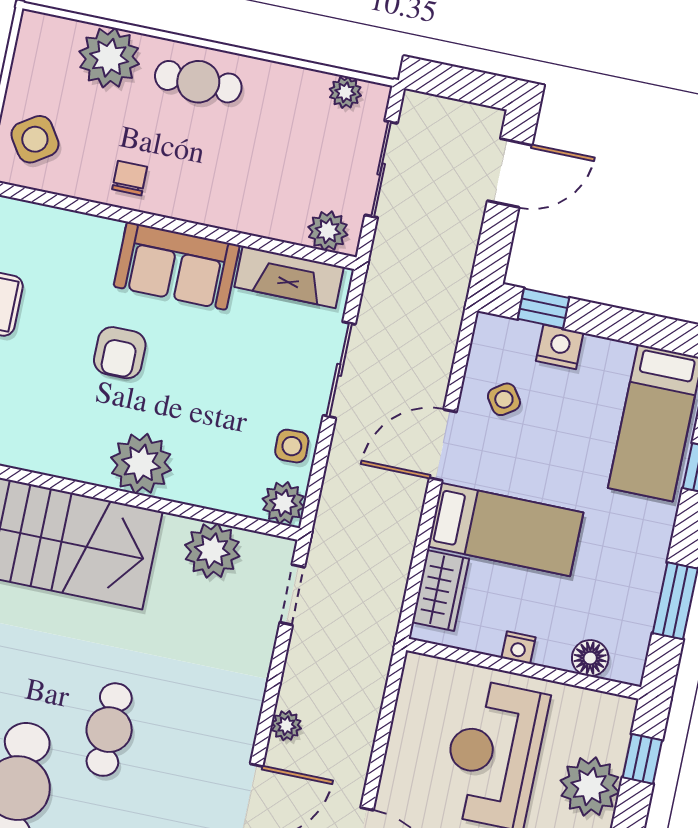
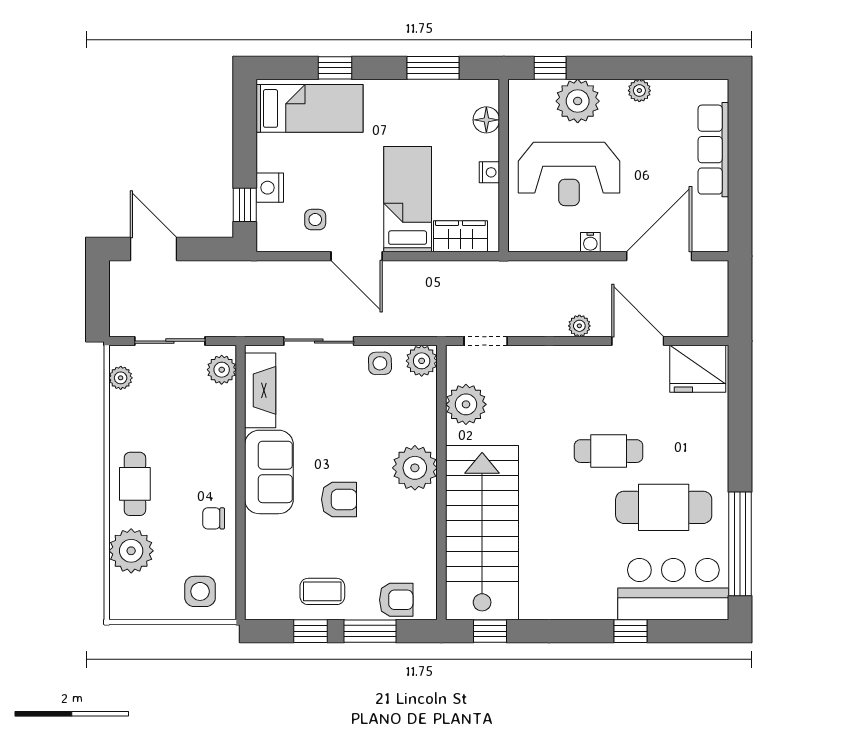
side table: (35, 139) -> (200, 591), turned 33
side table: (504, 399) -> (315, 220), turned 34
water cooler: (396, 764) -> (590, 242), added

